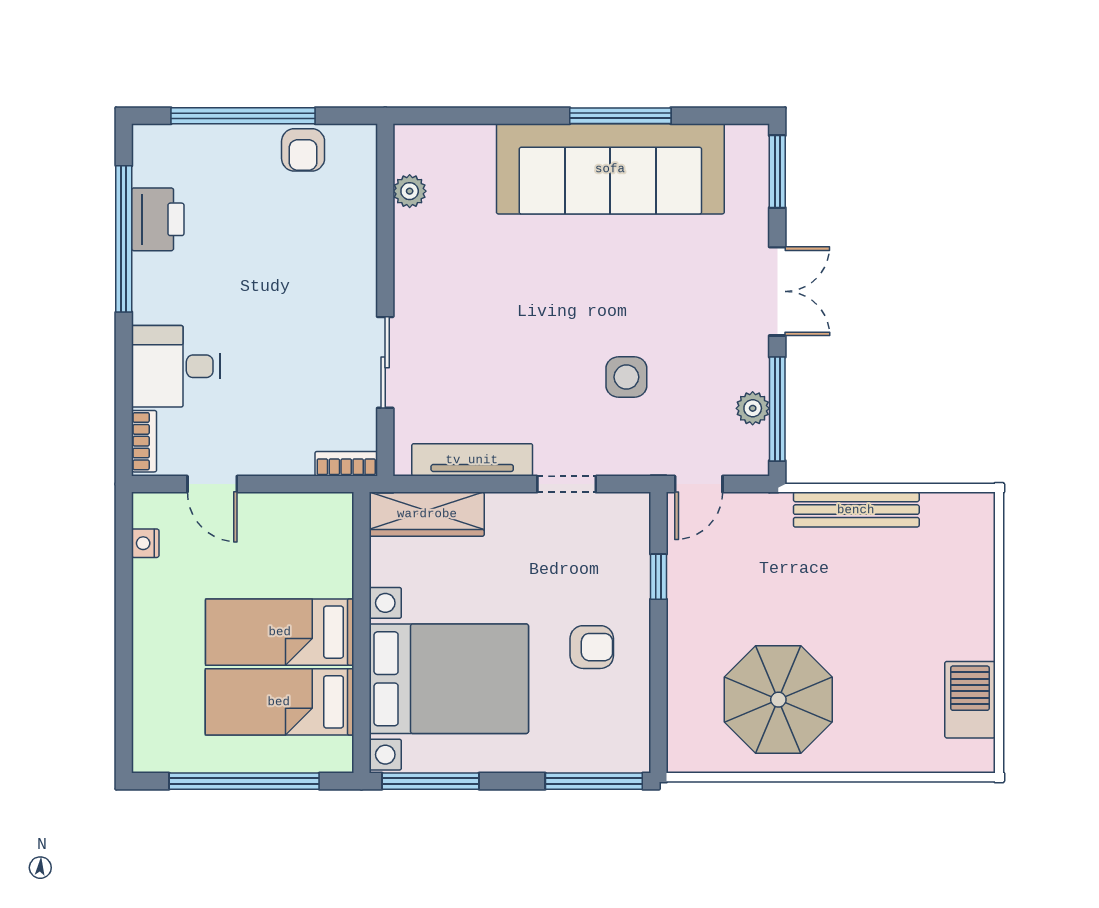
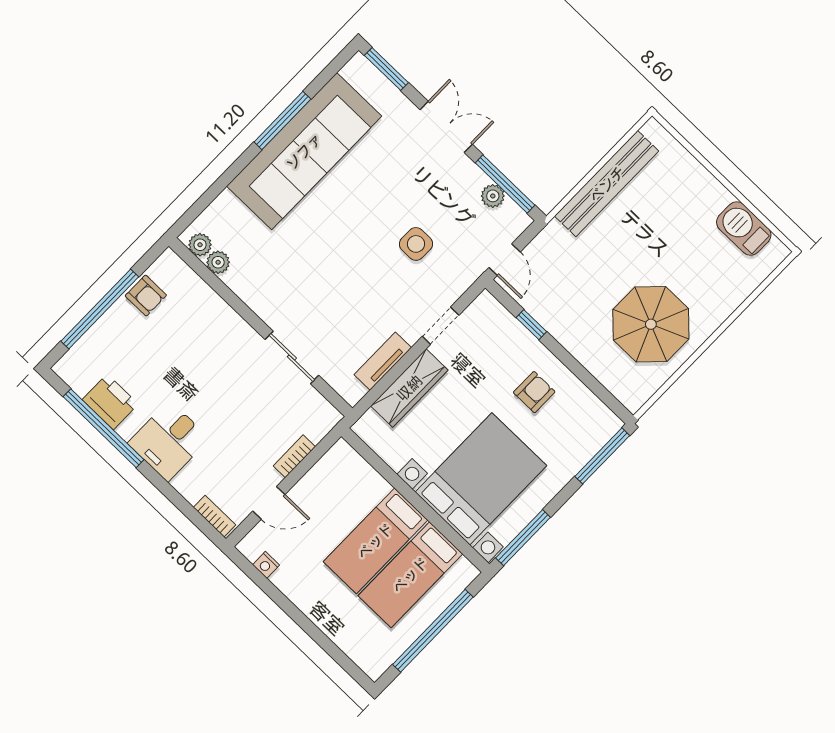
plant: (410, 155) -> (200, 245), added
desk: (176, 366) -> (169, 441), moved
tv unit: (472, 460) -> (383, 361), width x0.71
bookcase: (346, 464) -> (294, 456), moved
bench: (856, 510) -> (607, 184), width x1.37, depth x1.21
wardrobe: (427, 514) -> (409, 388), moved

